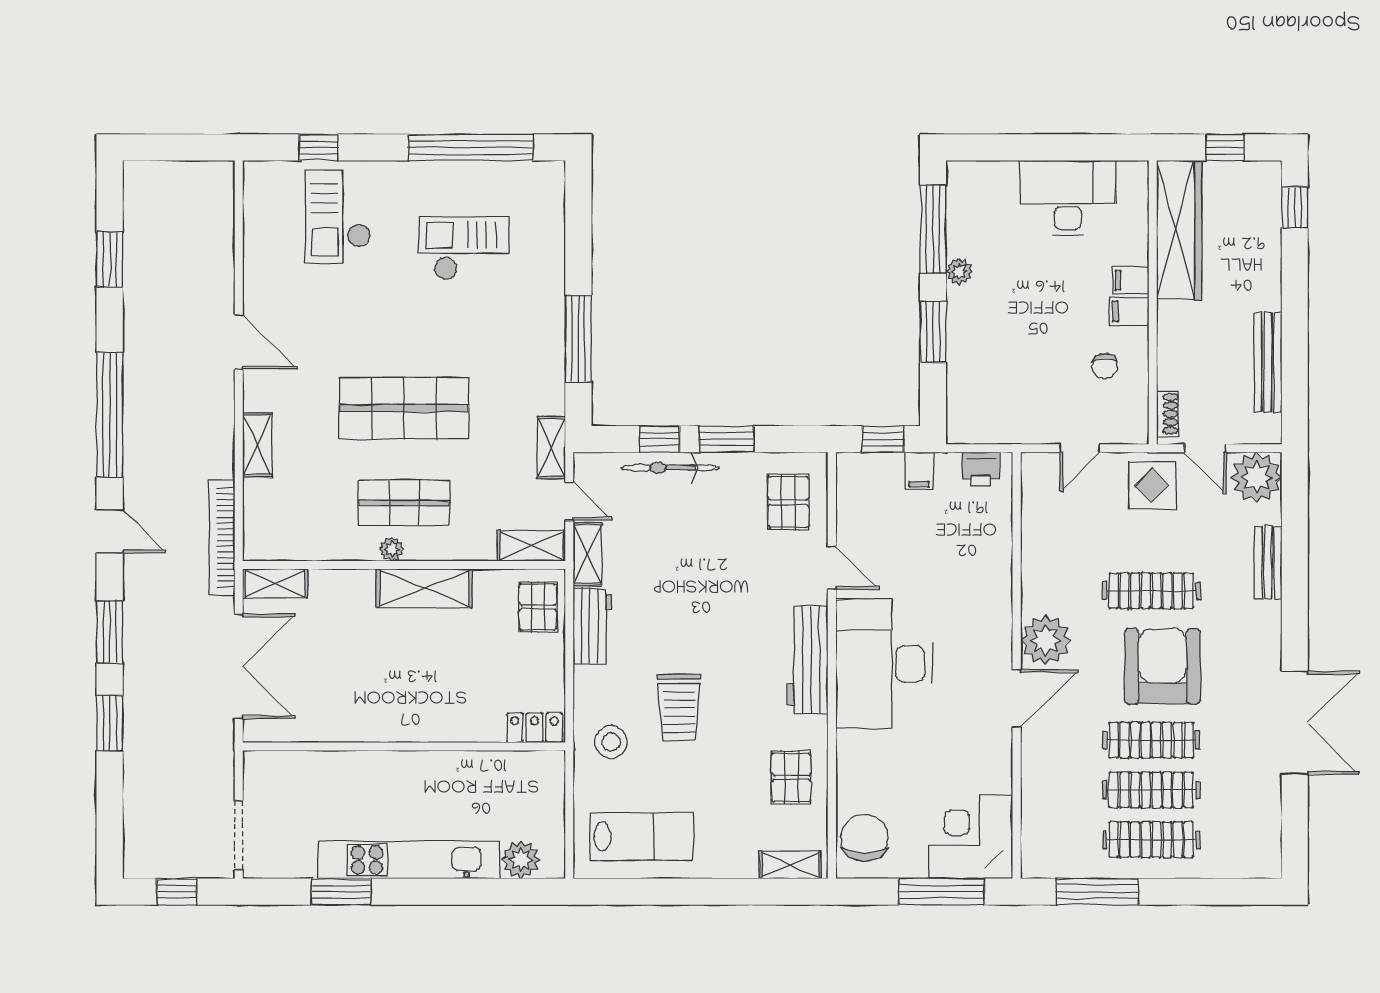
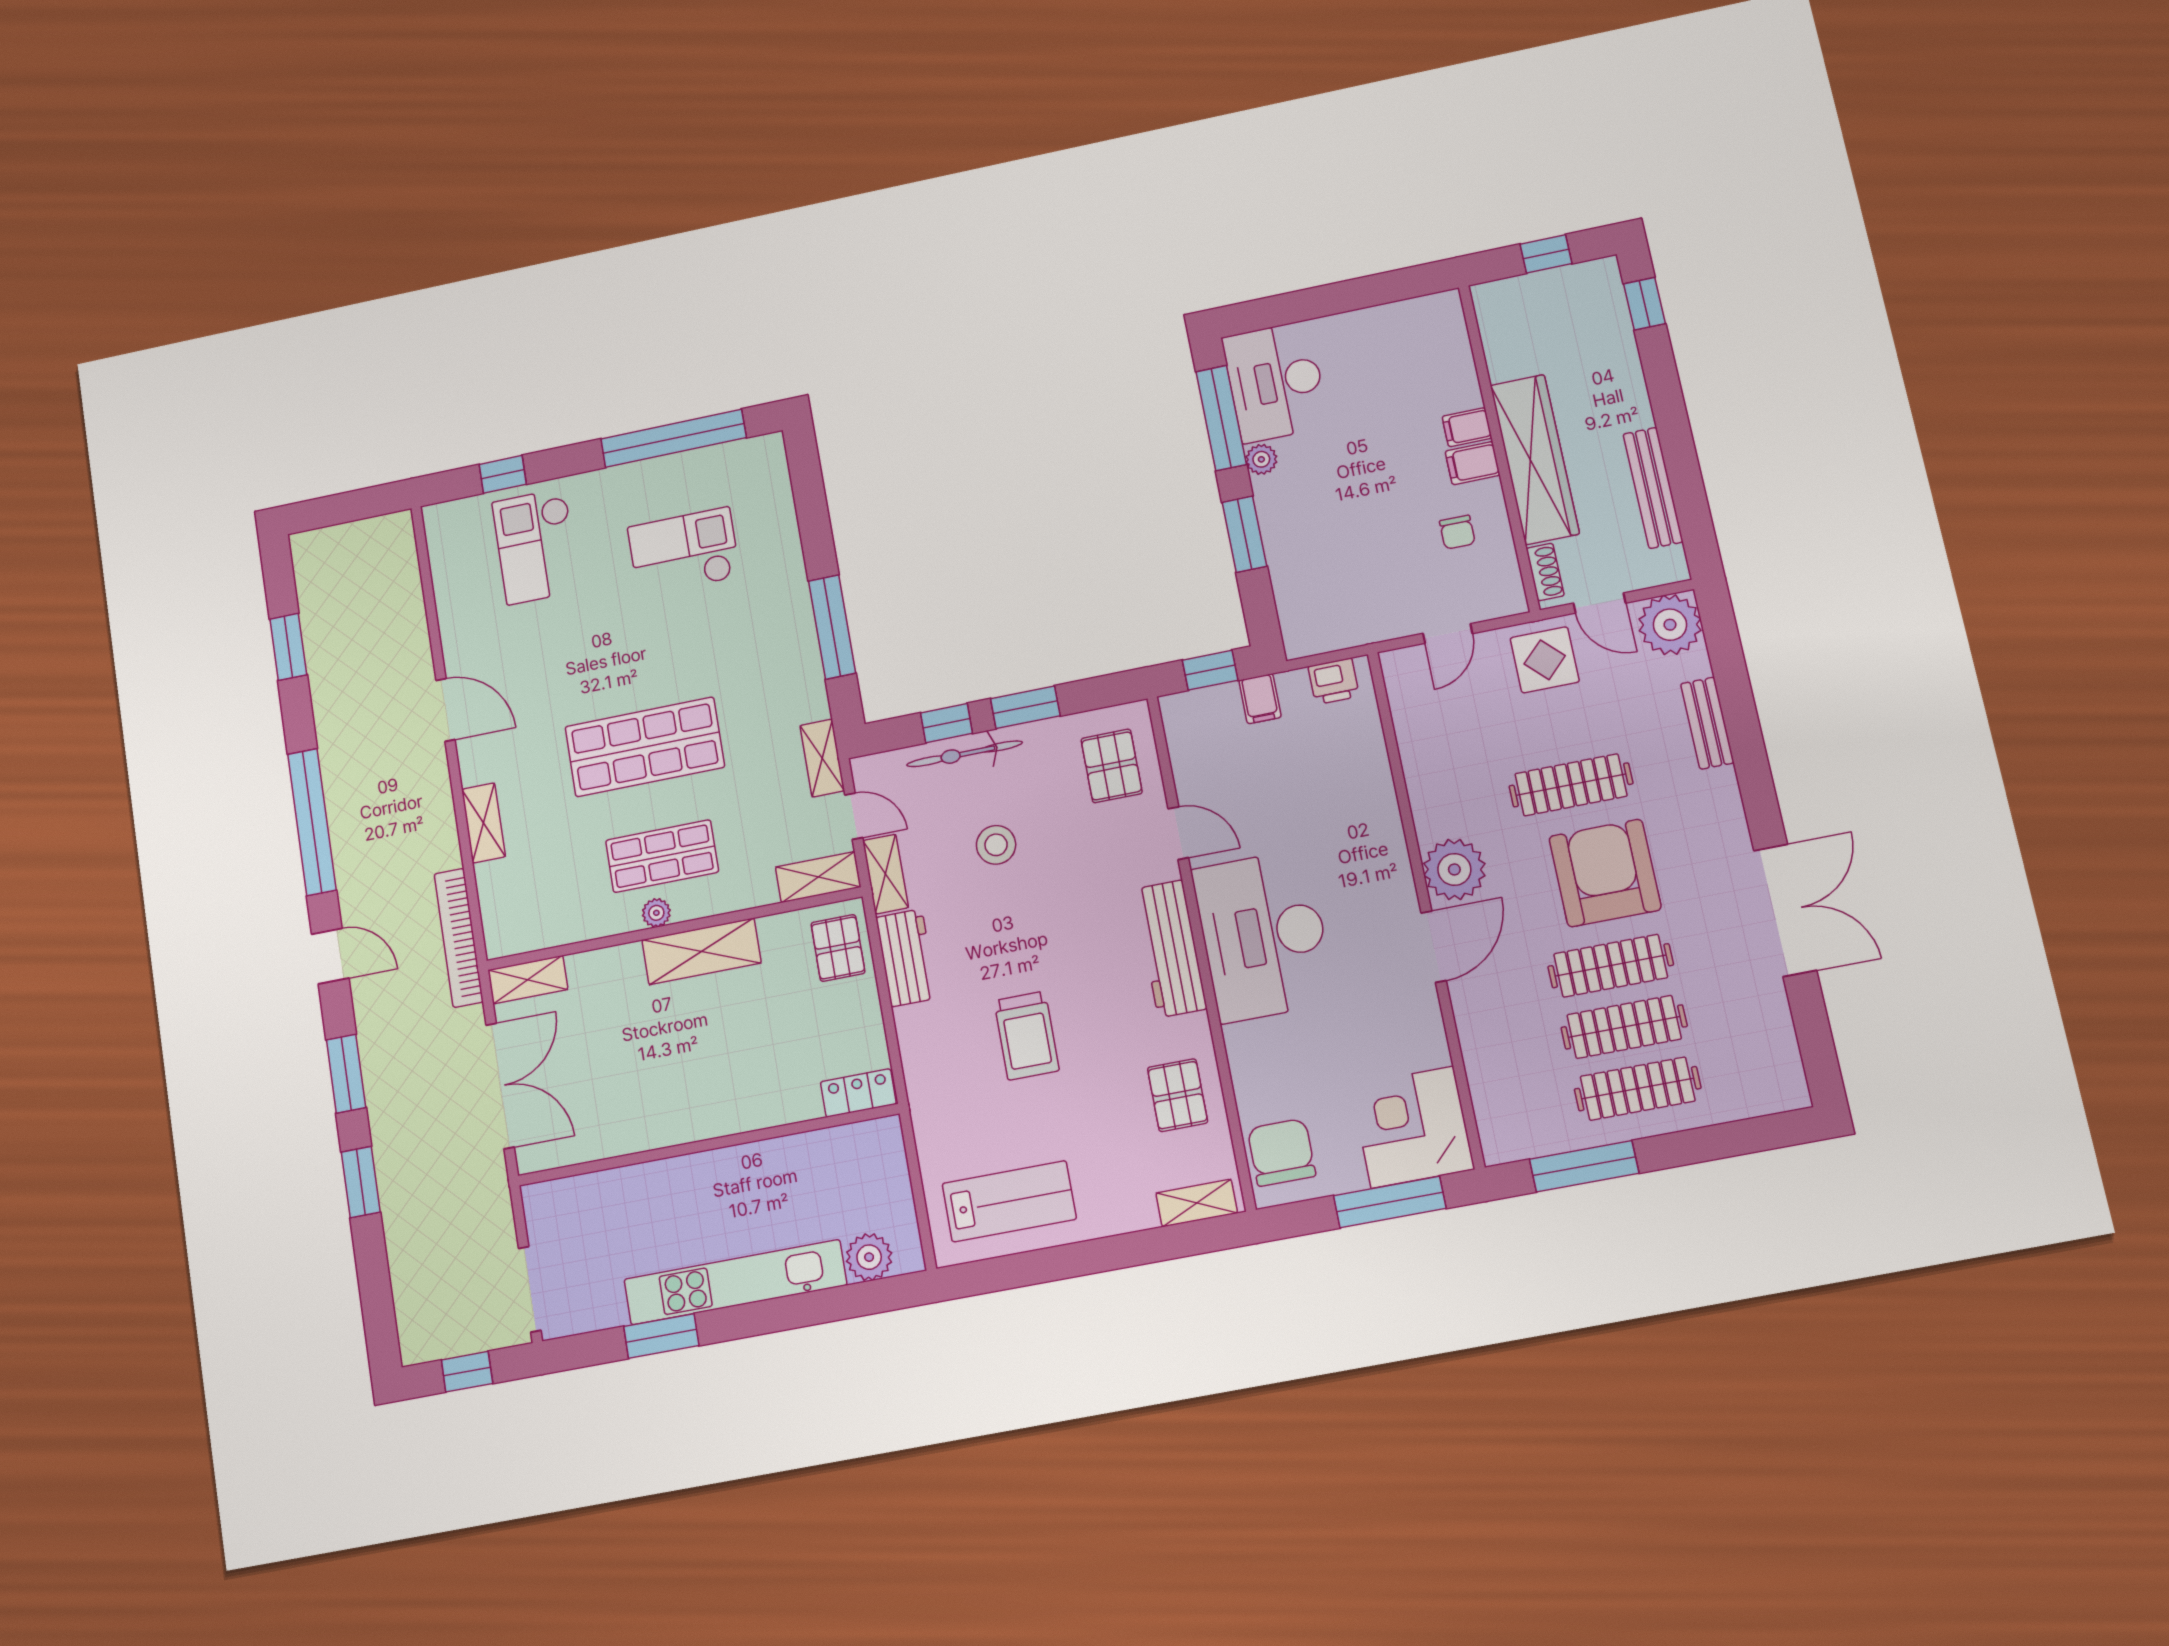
desk: (1068, 198) -> (1275, 382), moved, turned -90
wardrobe: (1179, 230) -> (1535, 459), moved
stool: (611, 742) -> (996, 845), moved

